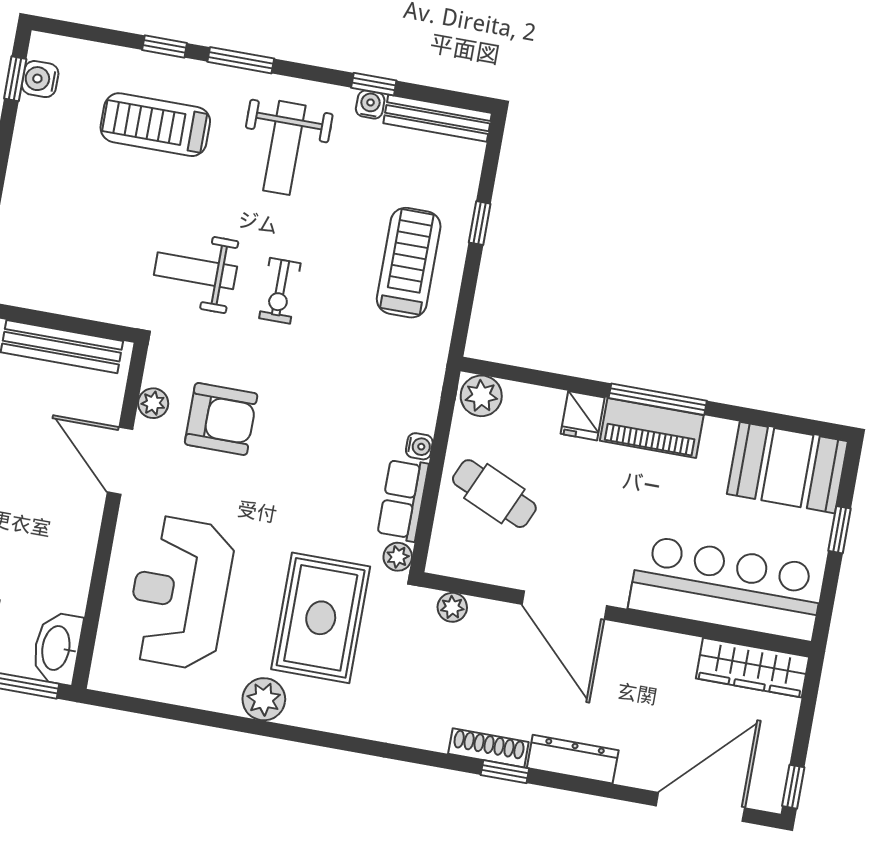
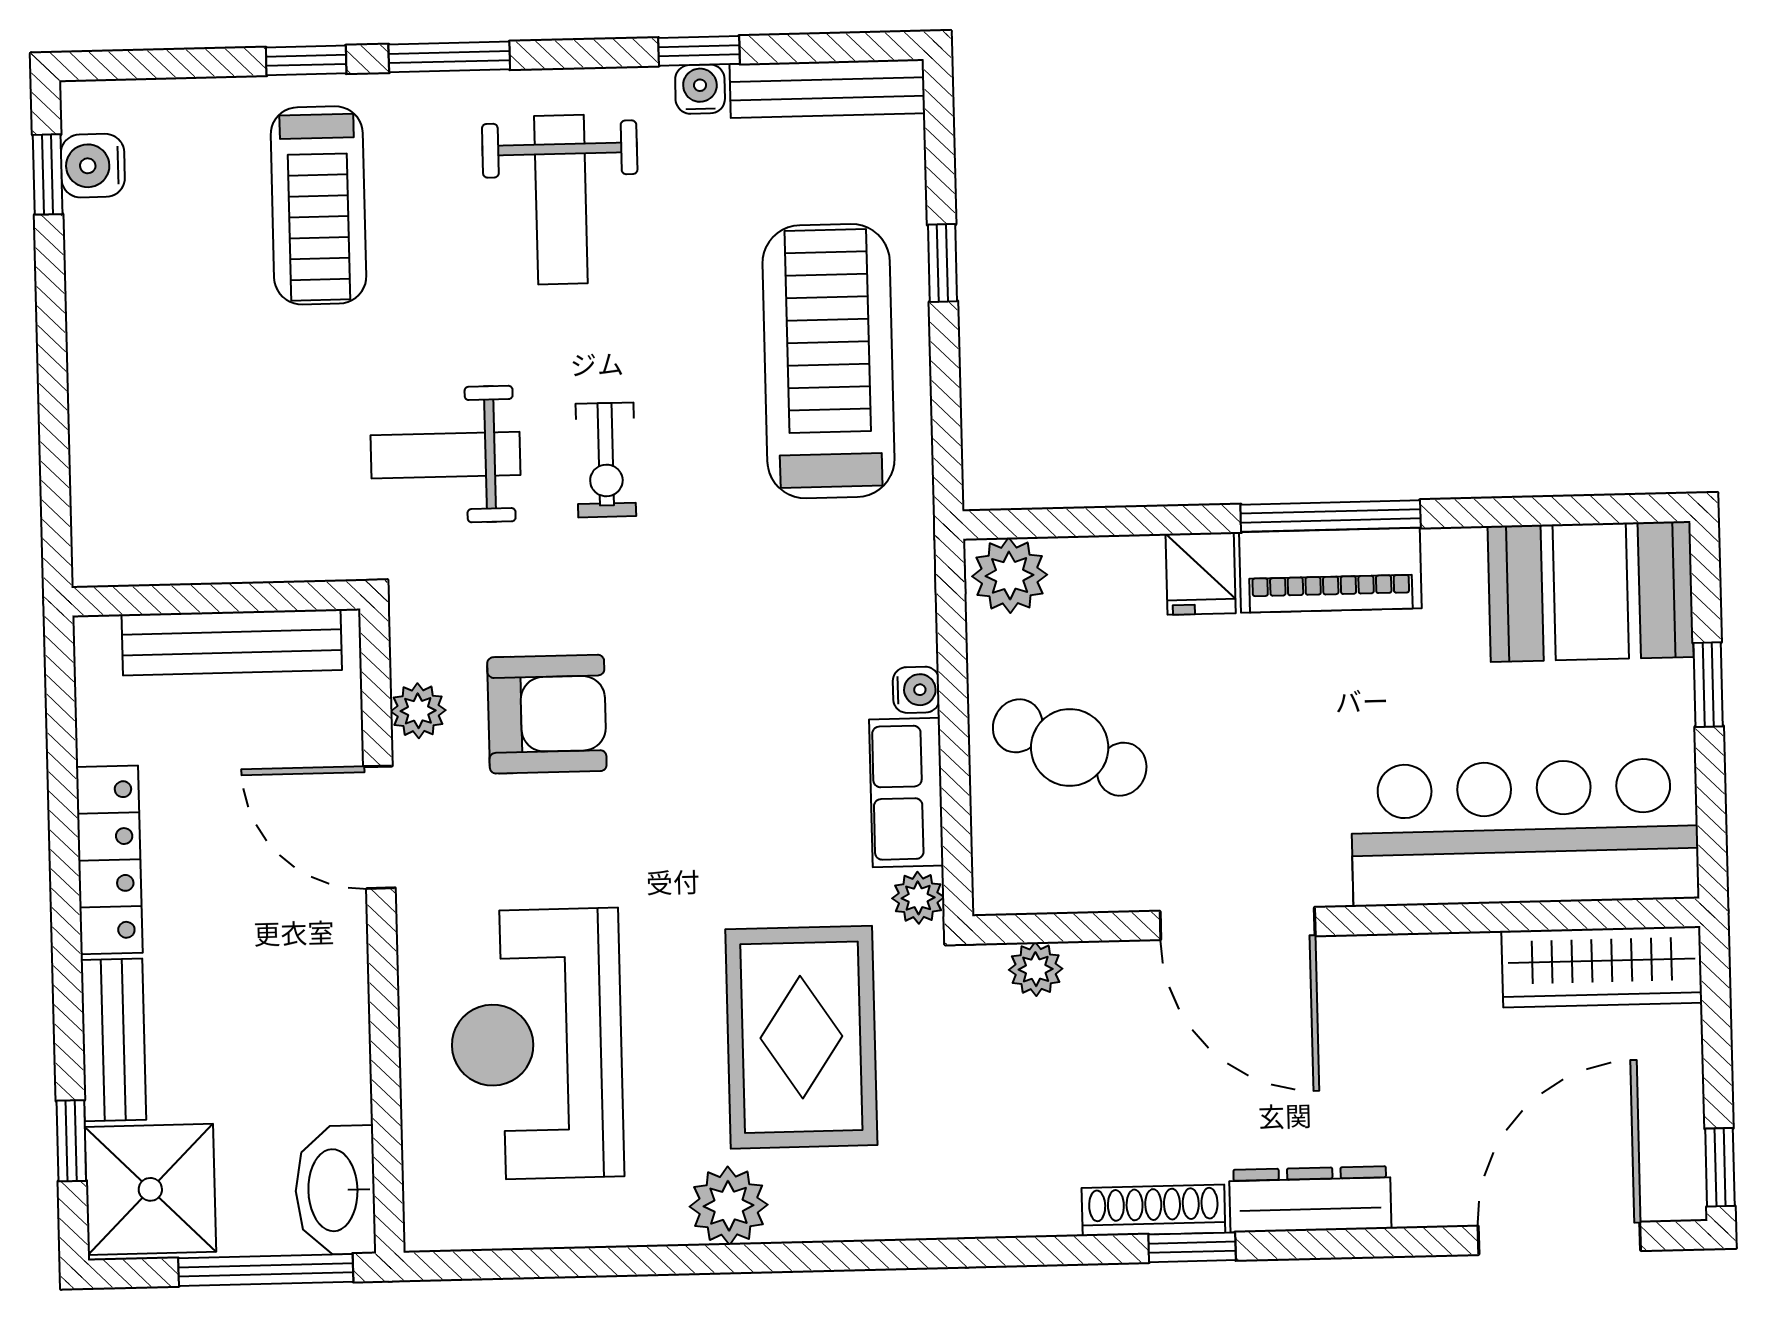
treadmill: (155, 125) -> (318, 205), turned -90
treadmill: (409, 263) -> (829, 361), width x1.37, depth x1.38

